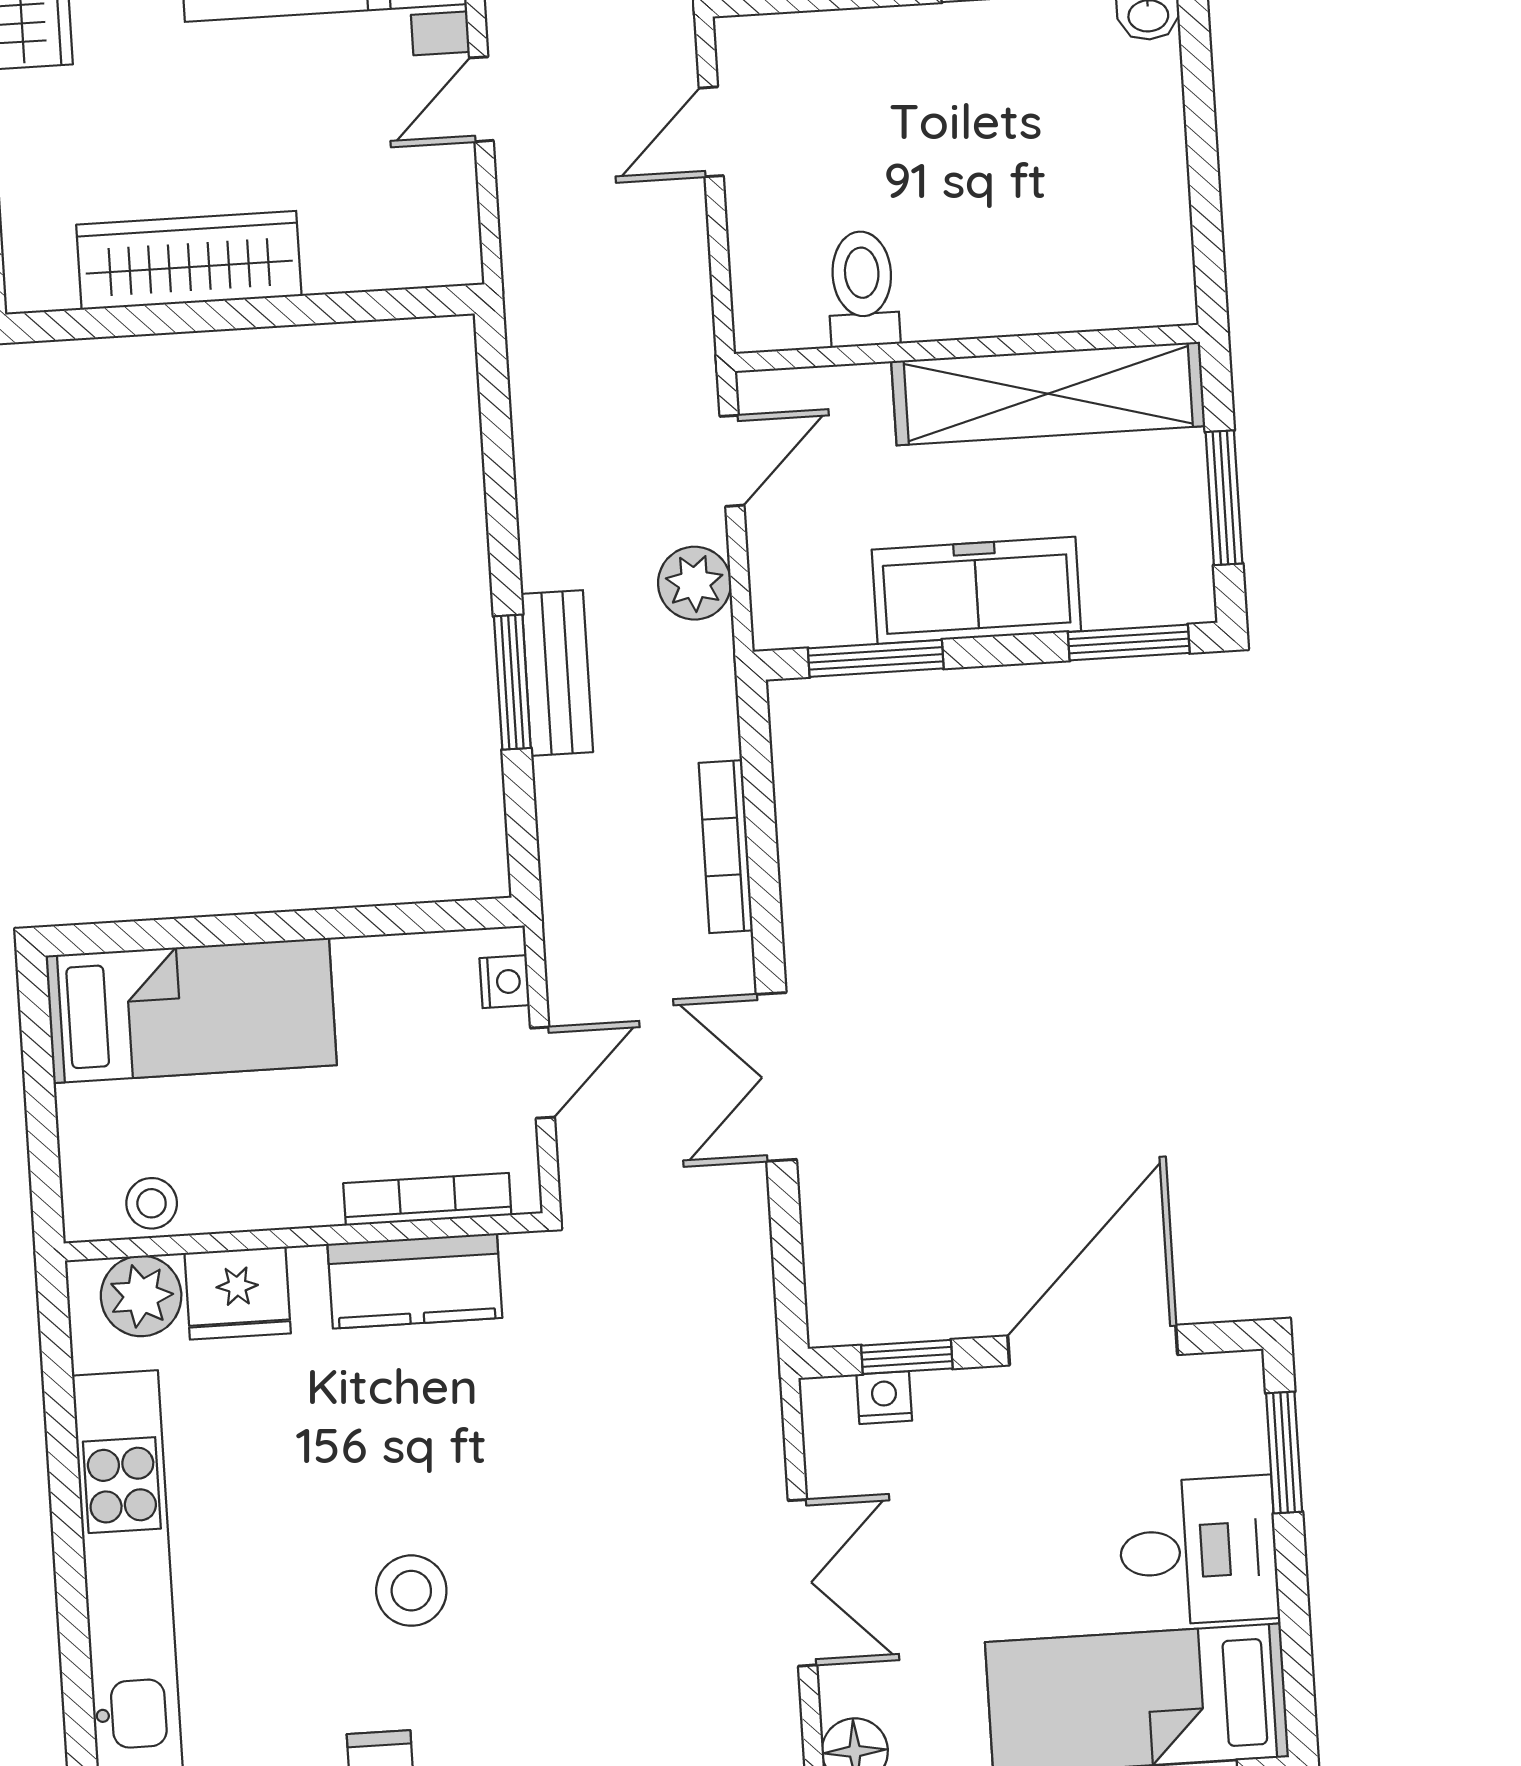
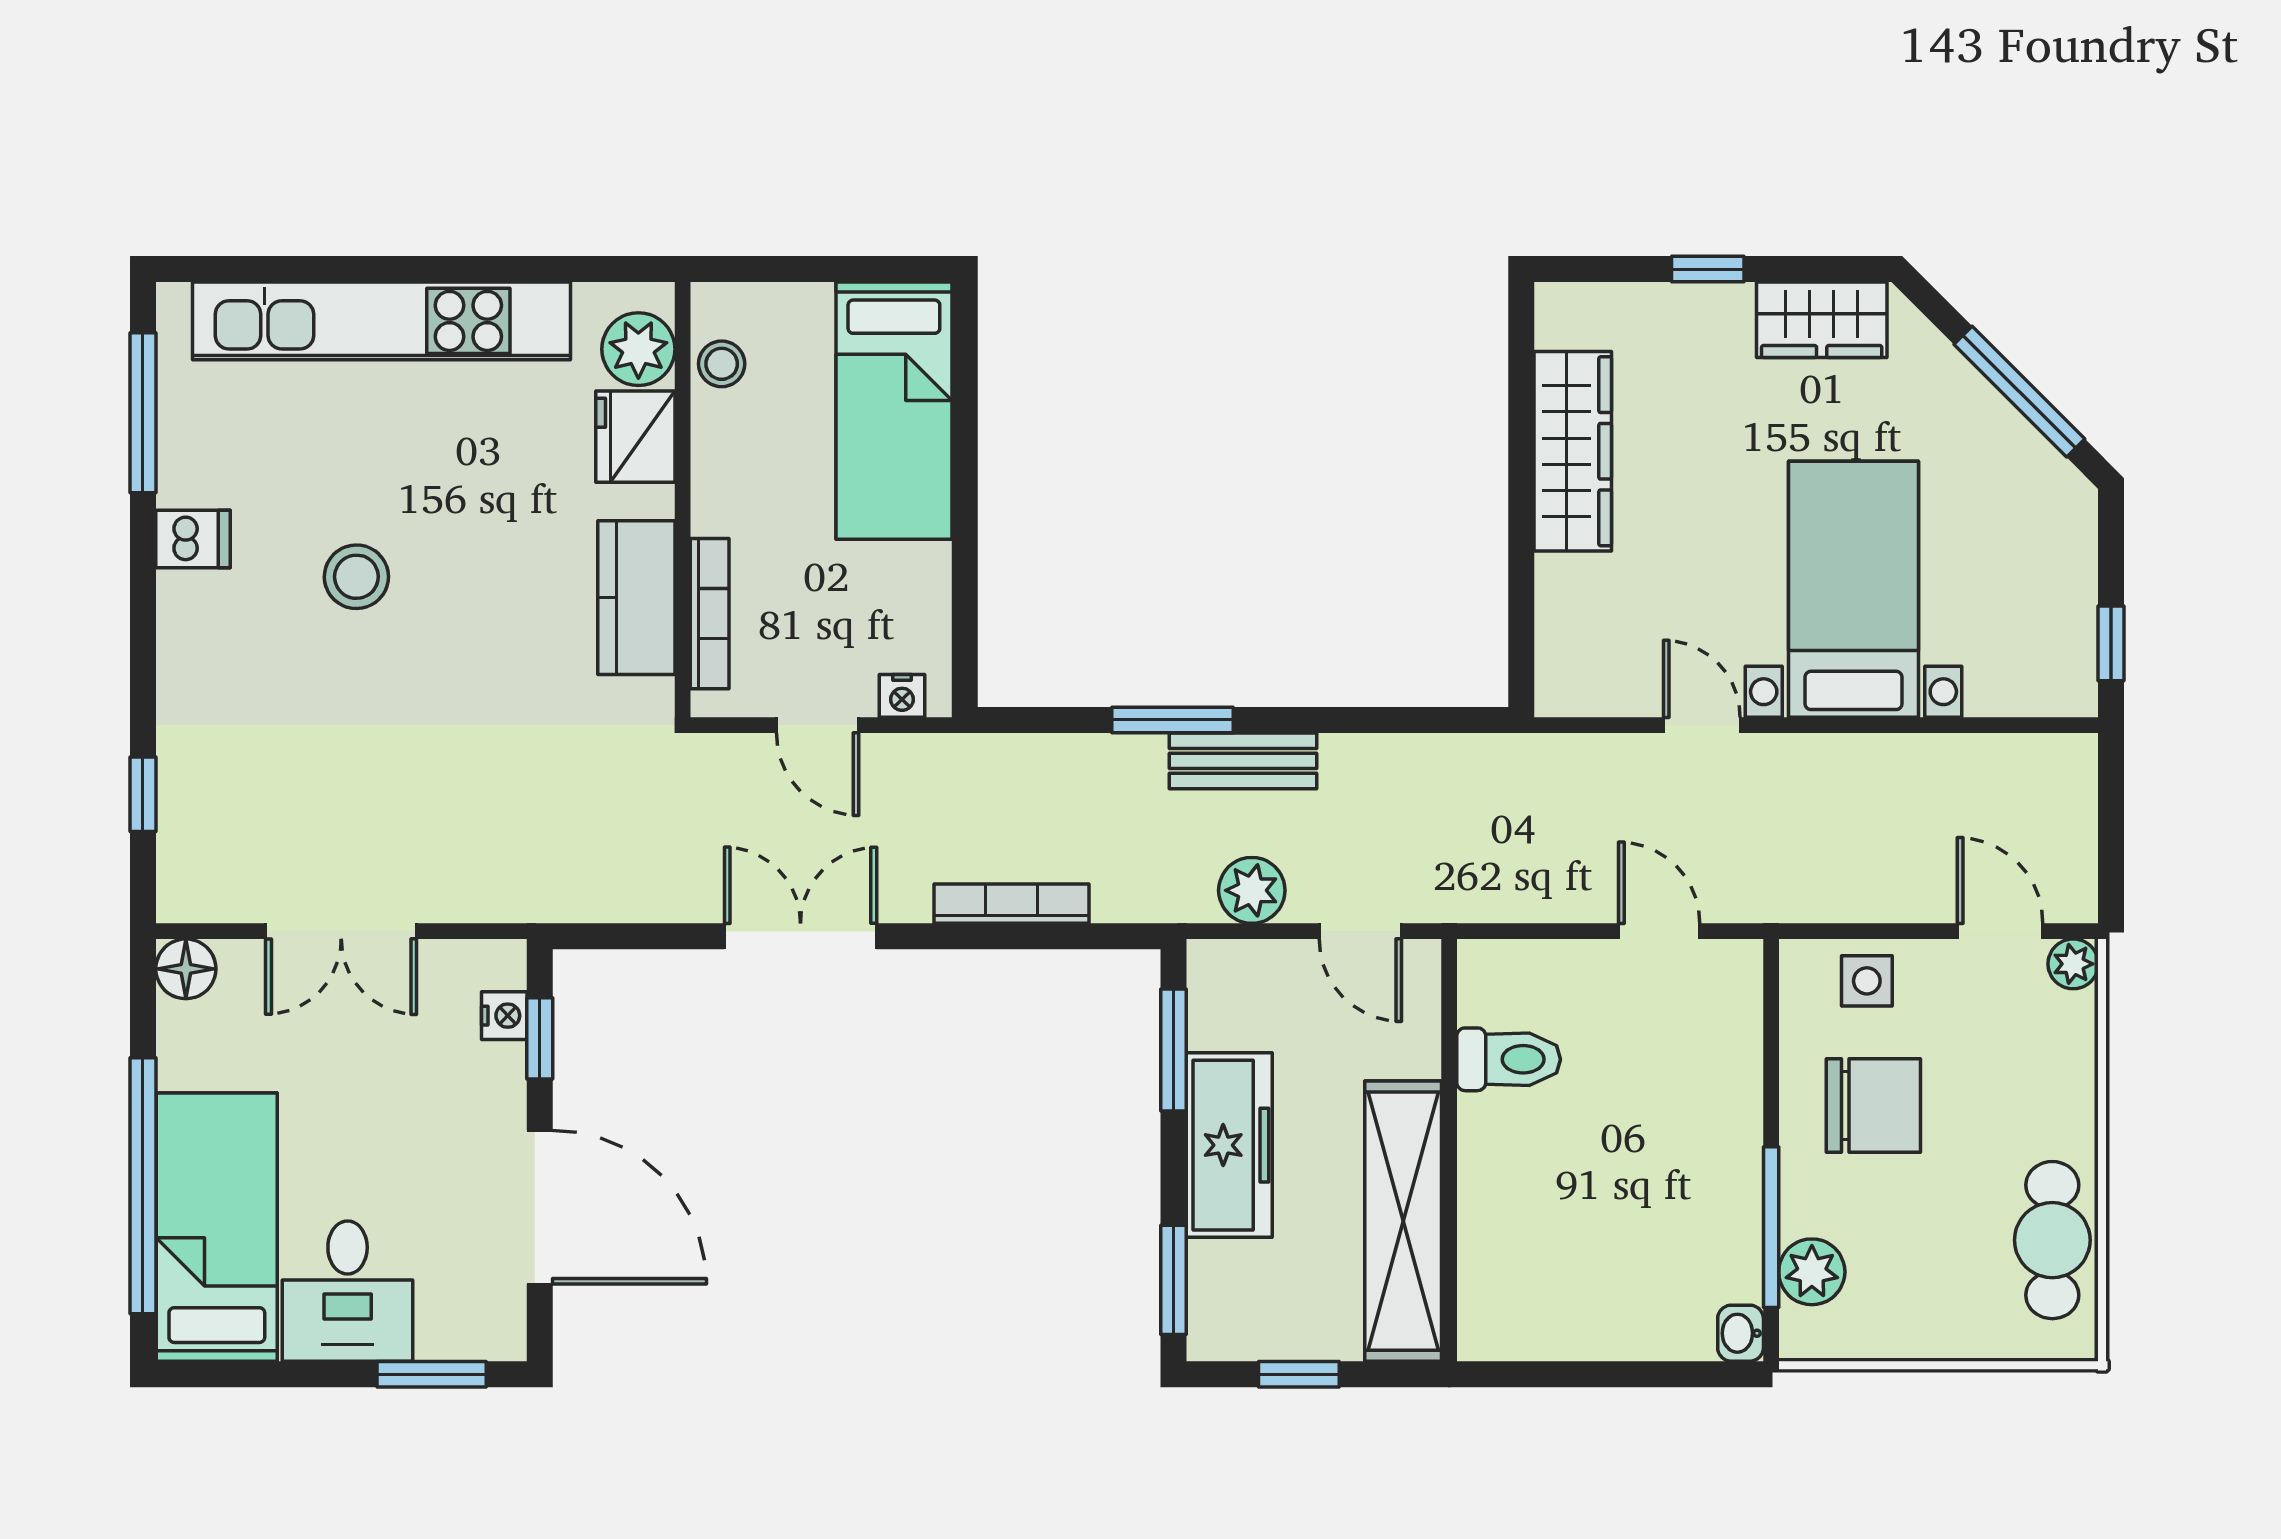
window: (1224, 498) -> (1299, 1374), width x0.67
bench: (557, 673) -> (1243, 761), moved

